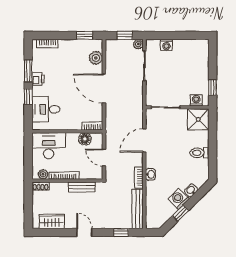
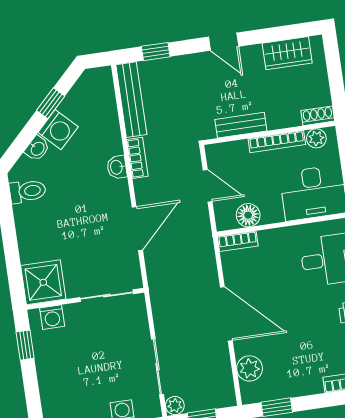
toilet: (199, 153) -> (28, 191), moved

